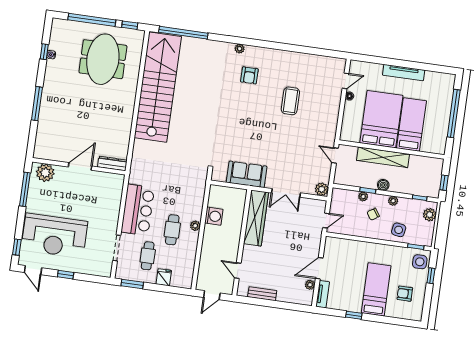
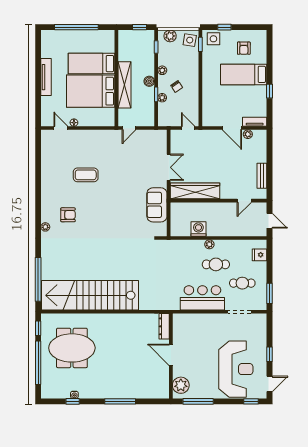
plant: (322, 189) -> (161, 136), removed
side table: (399, 230) -> (190, 40), moved
fridge: (164, 277) -> (259, 255), moved

